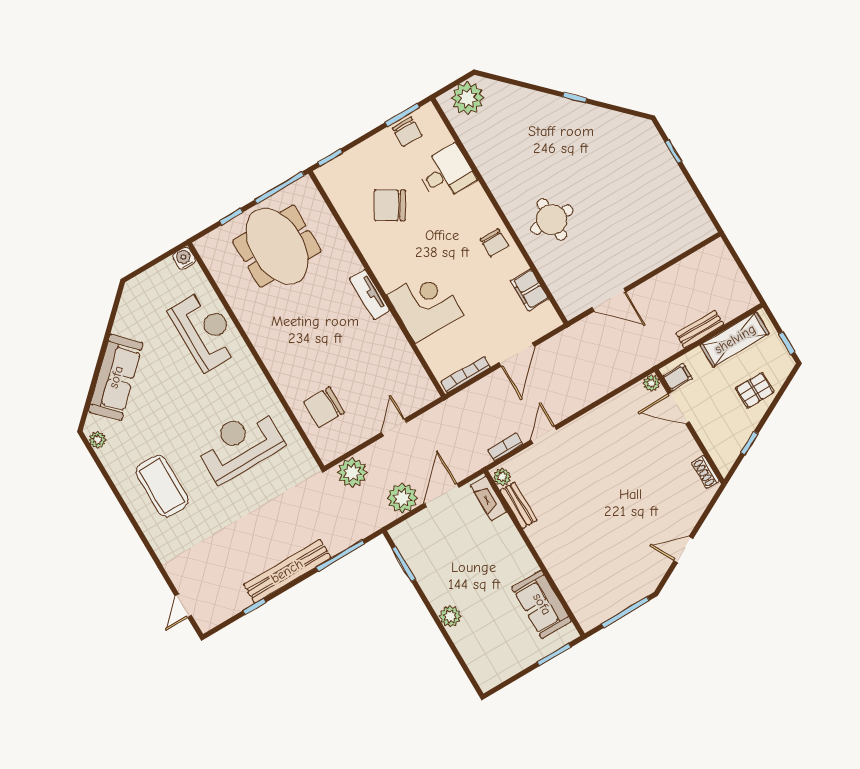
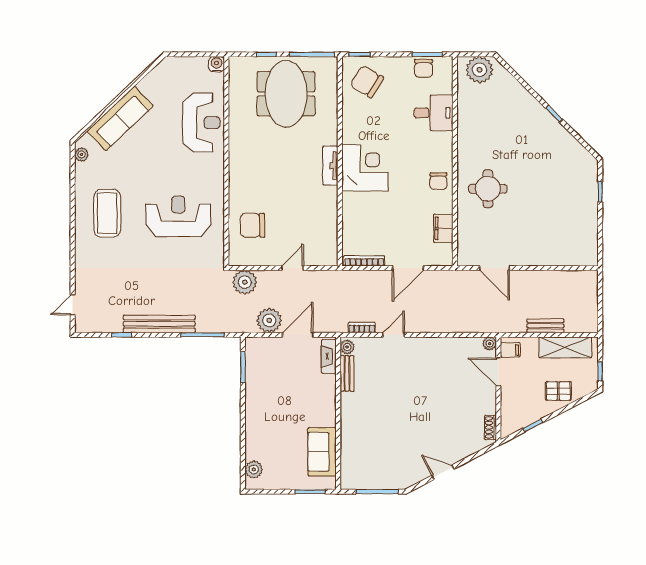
chair: (390, 205) -> (367, 82), moved
corner desk: (425, 305) -> (365, 168), moved
plant: (450, 616) -> (254, 469), moved

